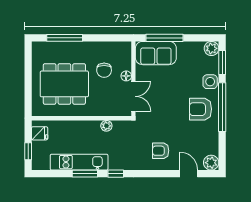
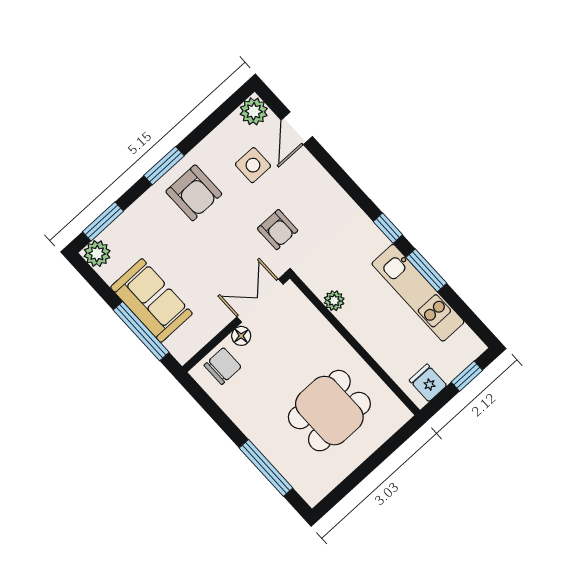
sofa: (156, 53) -> (151, 300), moved
chair: (104, 70) -> (223, 366), moved
side table: (210, 82) -> (253, 165), moved
dining table: (64, 84) -> (329, 411), width x0.73
window: (222, 107) -> (164, 166), width x0.47
armchair: (161, 151) -> (278, 230), moved

